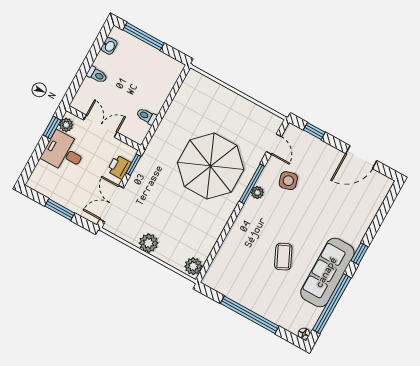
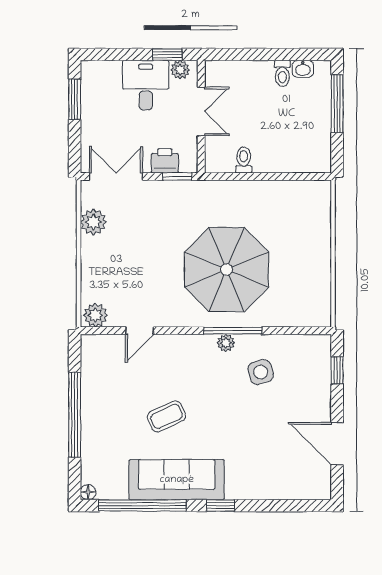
toilet: (97, 75) -> (282, 73), moved
door: (274, 144) -> (140, 331), moved
window: (60, 210) -> (75, 99), moved
plant: (149, 243) -> (93, 222), moved

